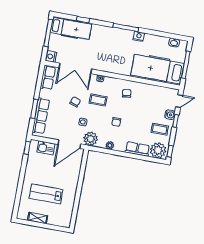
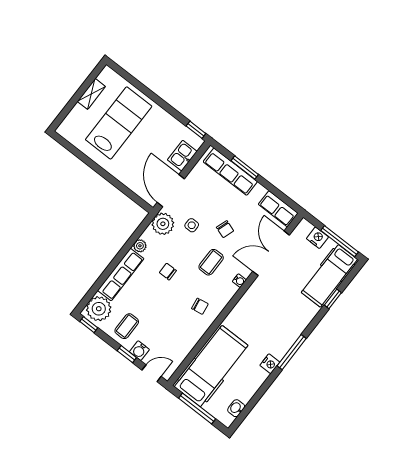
nightstand: (51, 56) -> (317, 238), moved
door: (179, 101) -> (152, 373), swing flipped
row of seats: (137, 149) -> (121, 274), width x1.48
lab bench: (46, 194) -> (119, 123), width x1.36, depth x1.39

